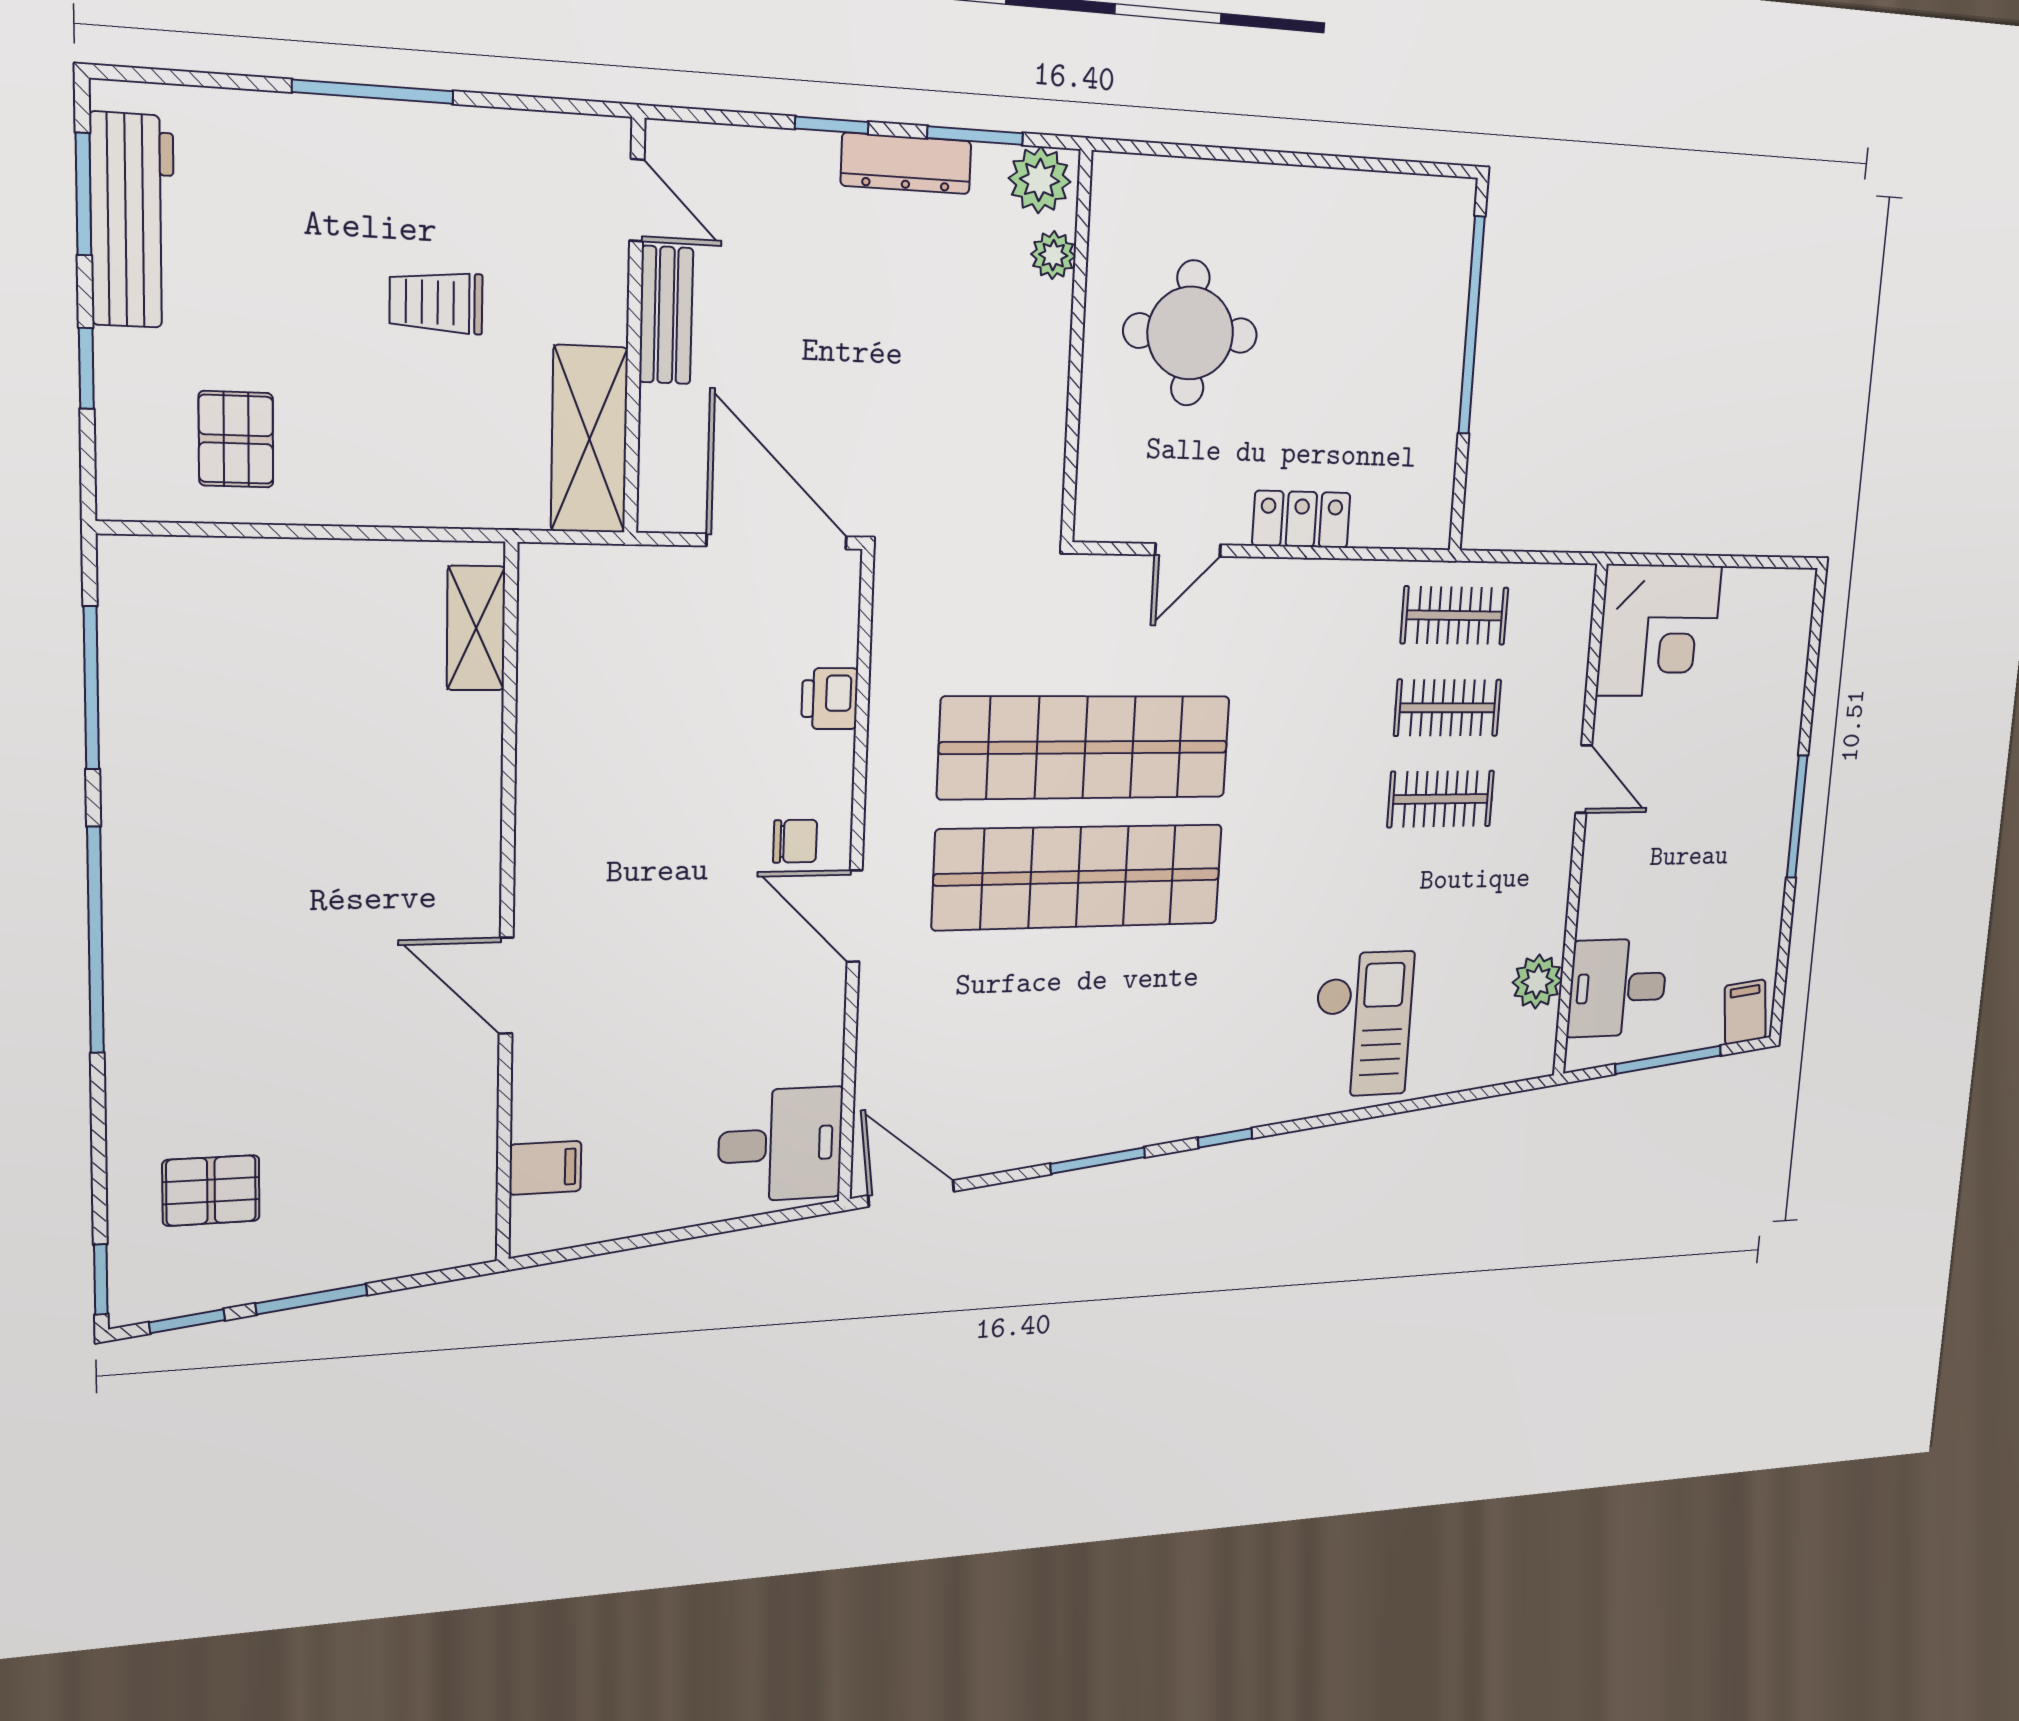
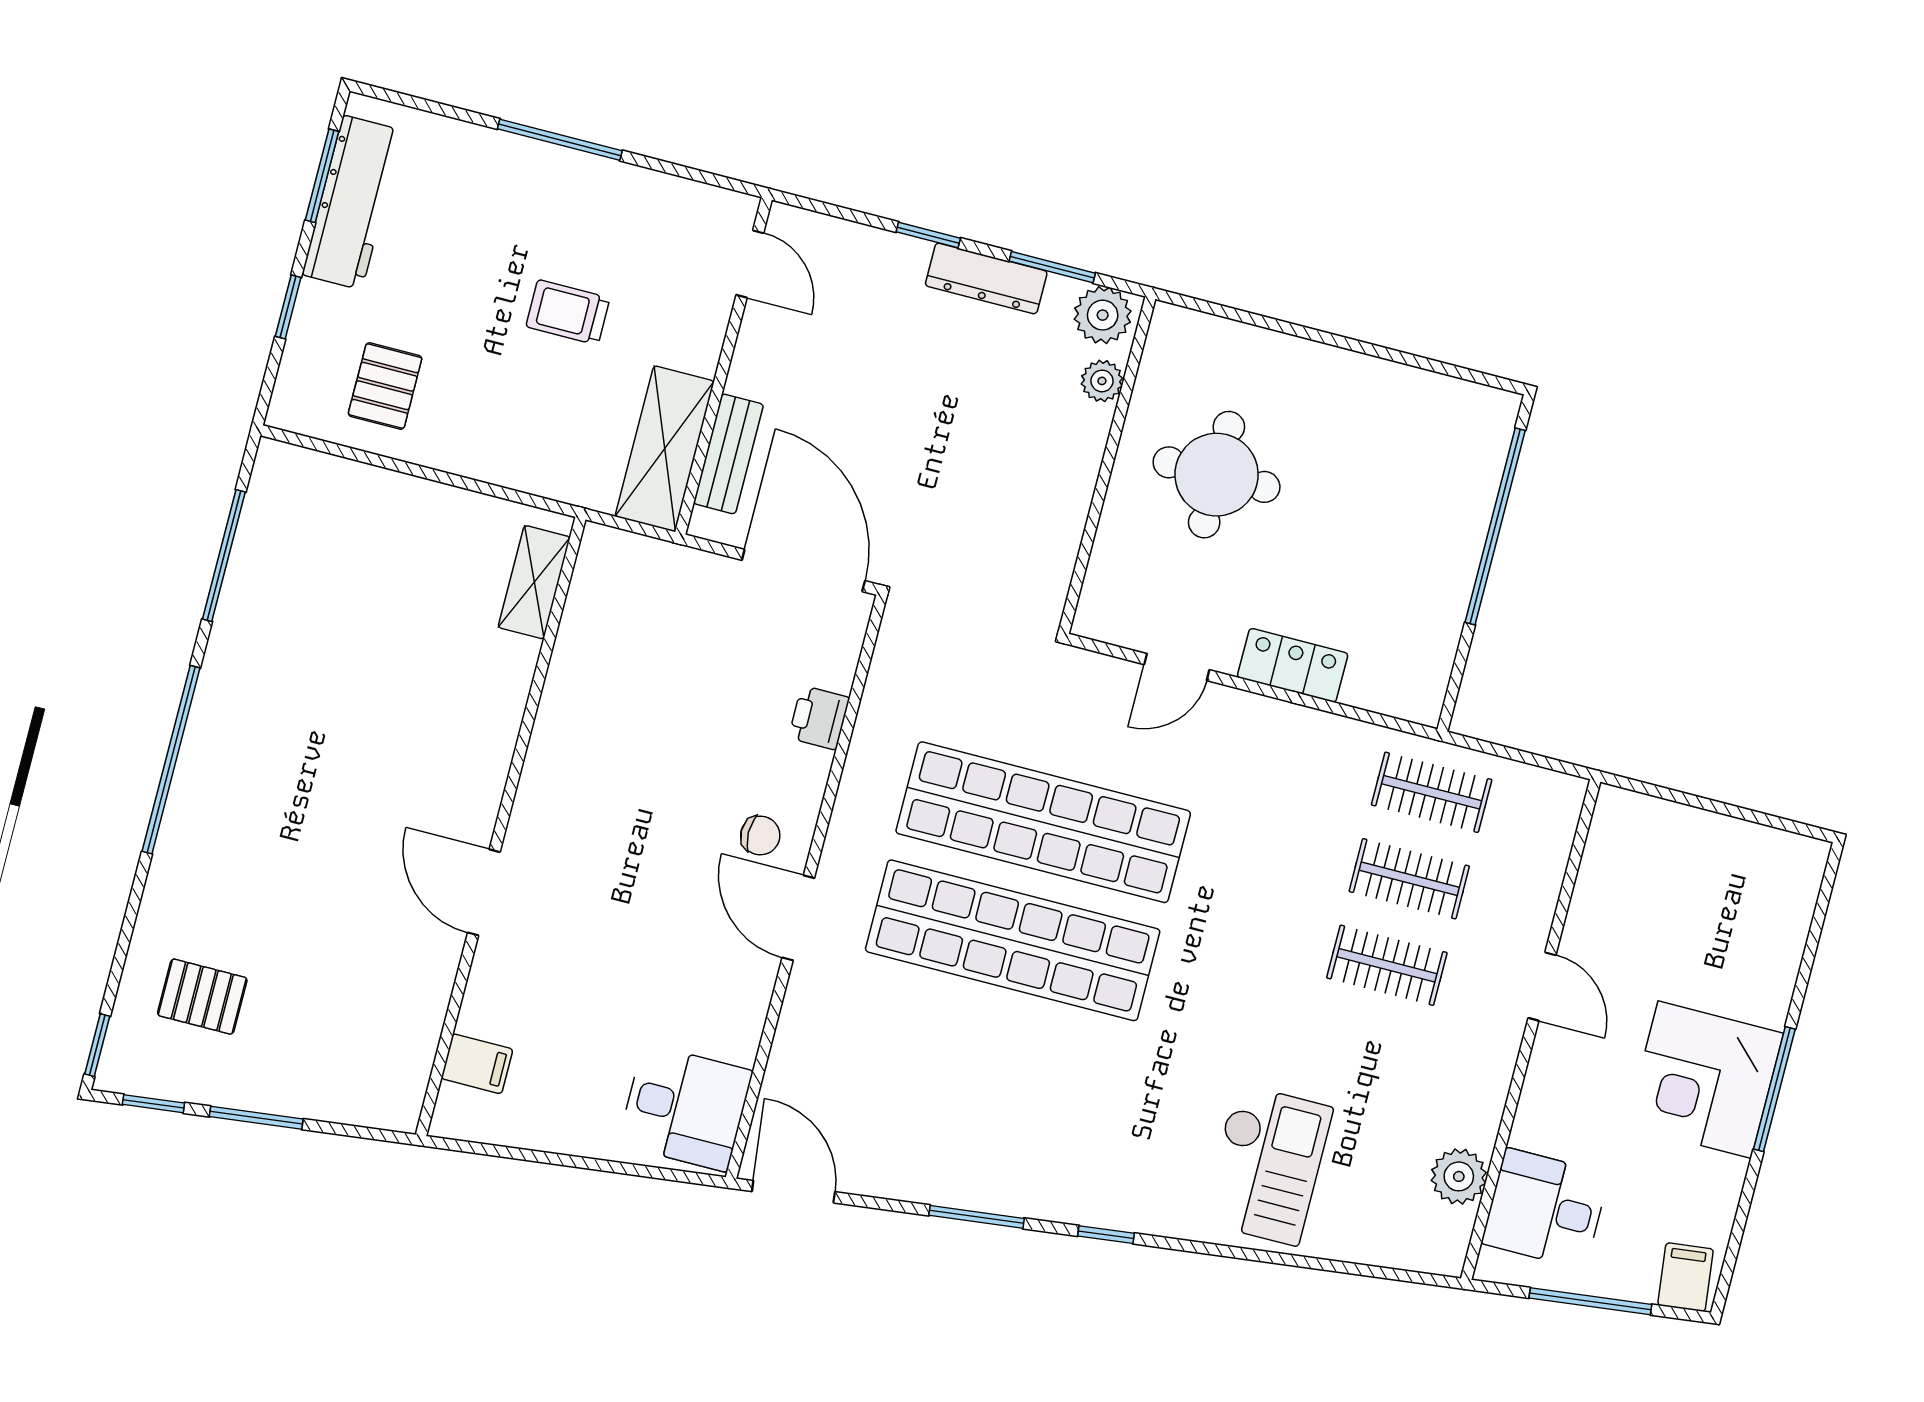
bench: (666, 315) -> (728, 454), moved
corner desk: (1659, 631) -> (1705, 1080), moved, turned 90

